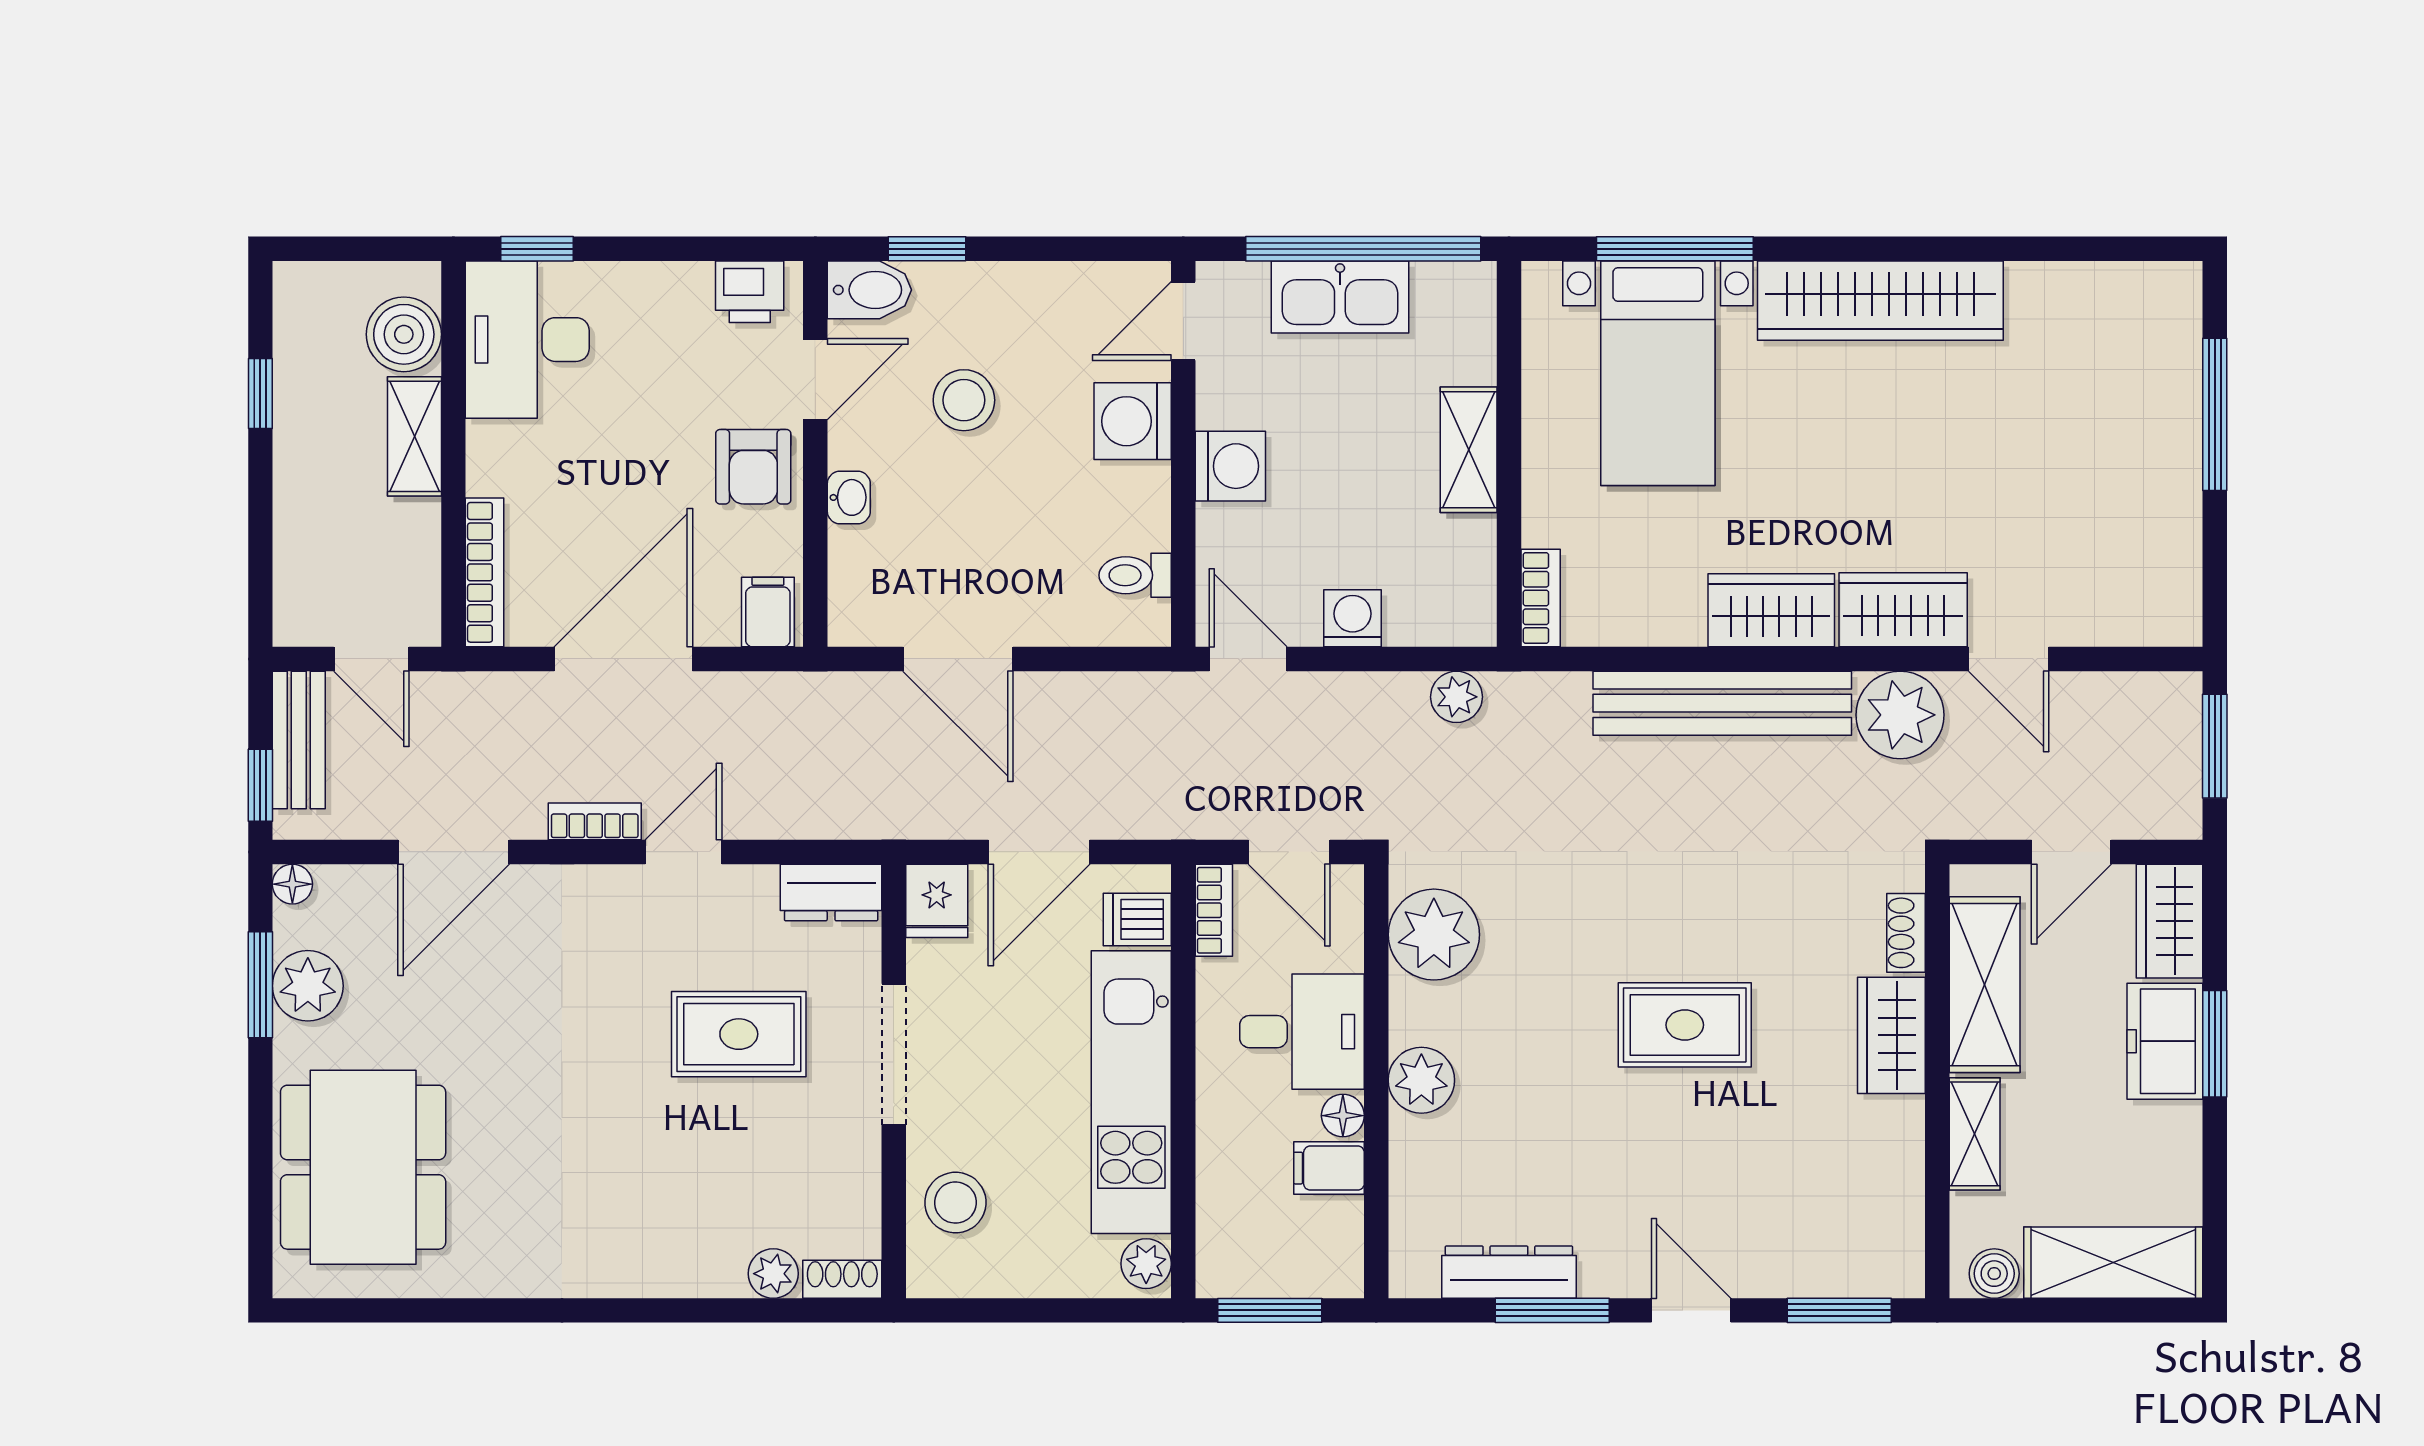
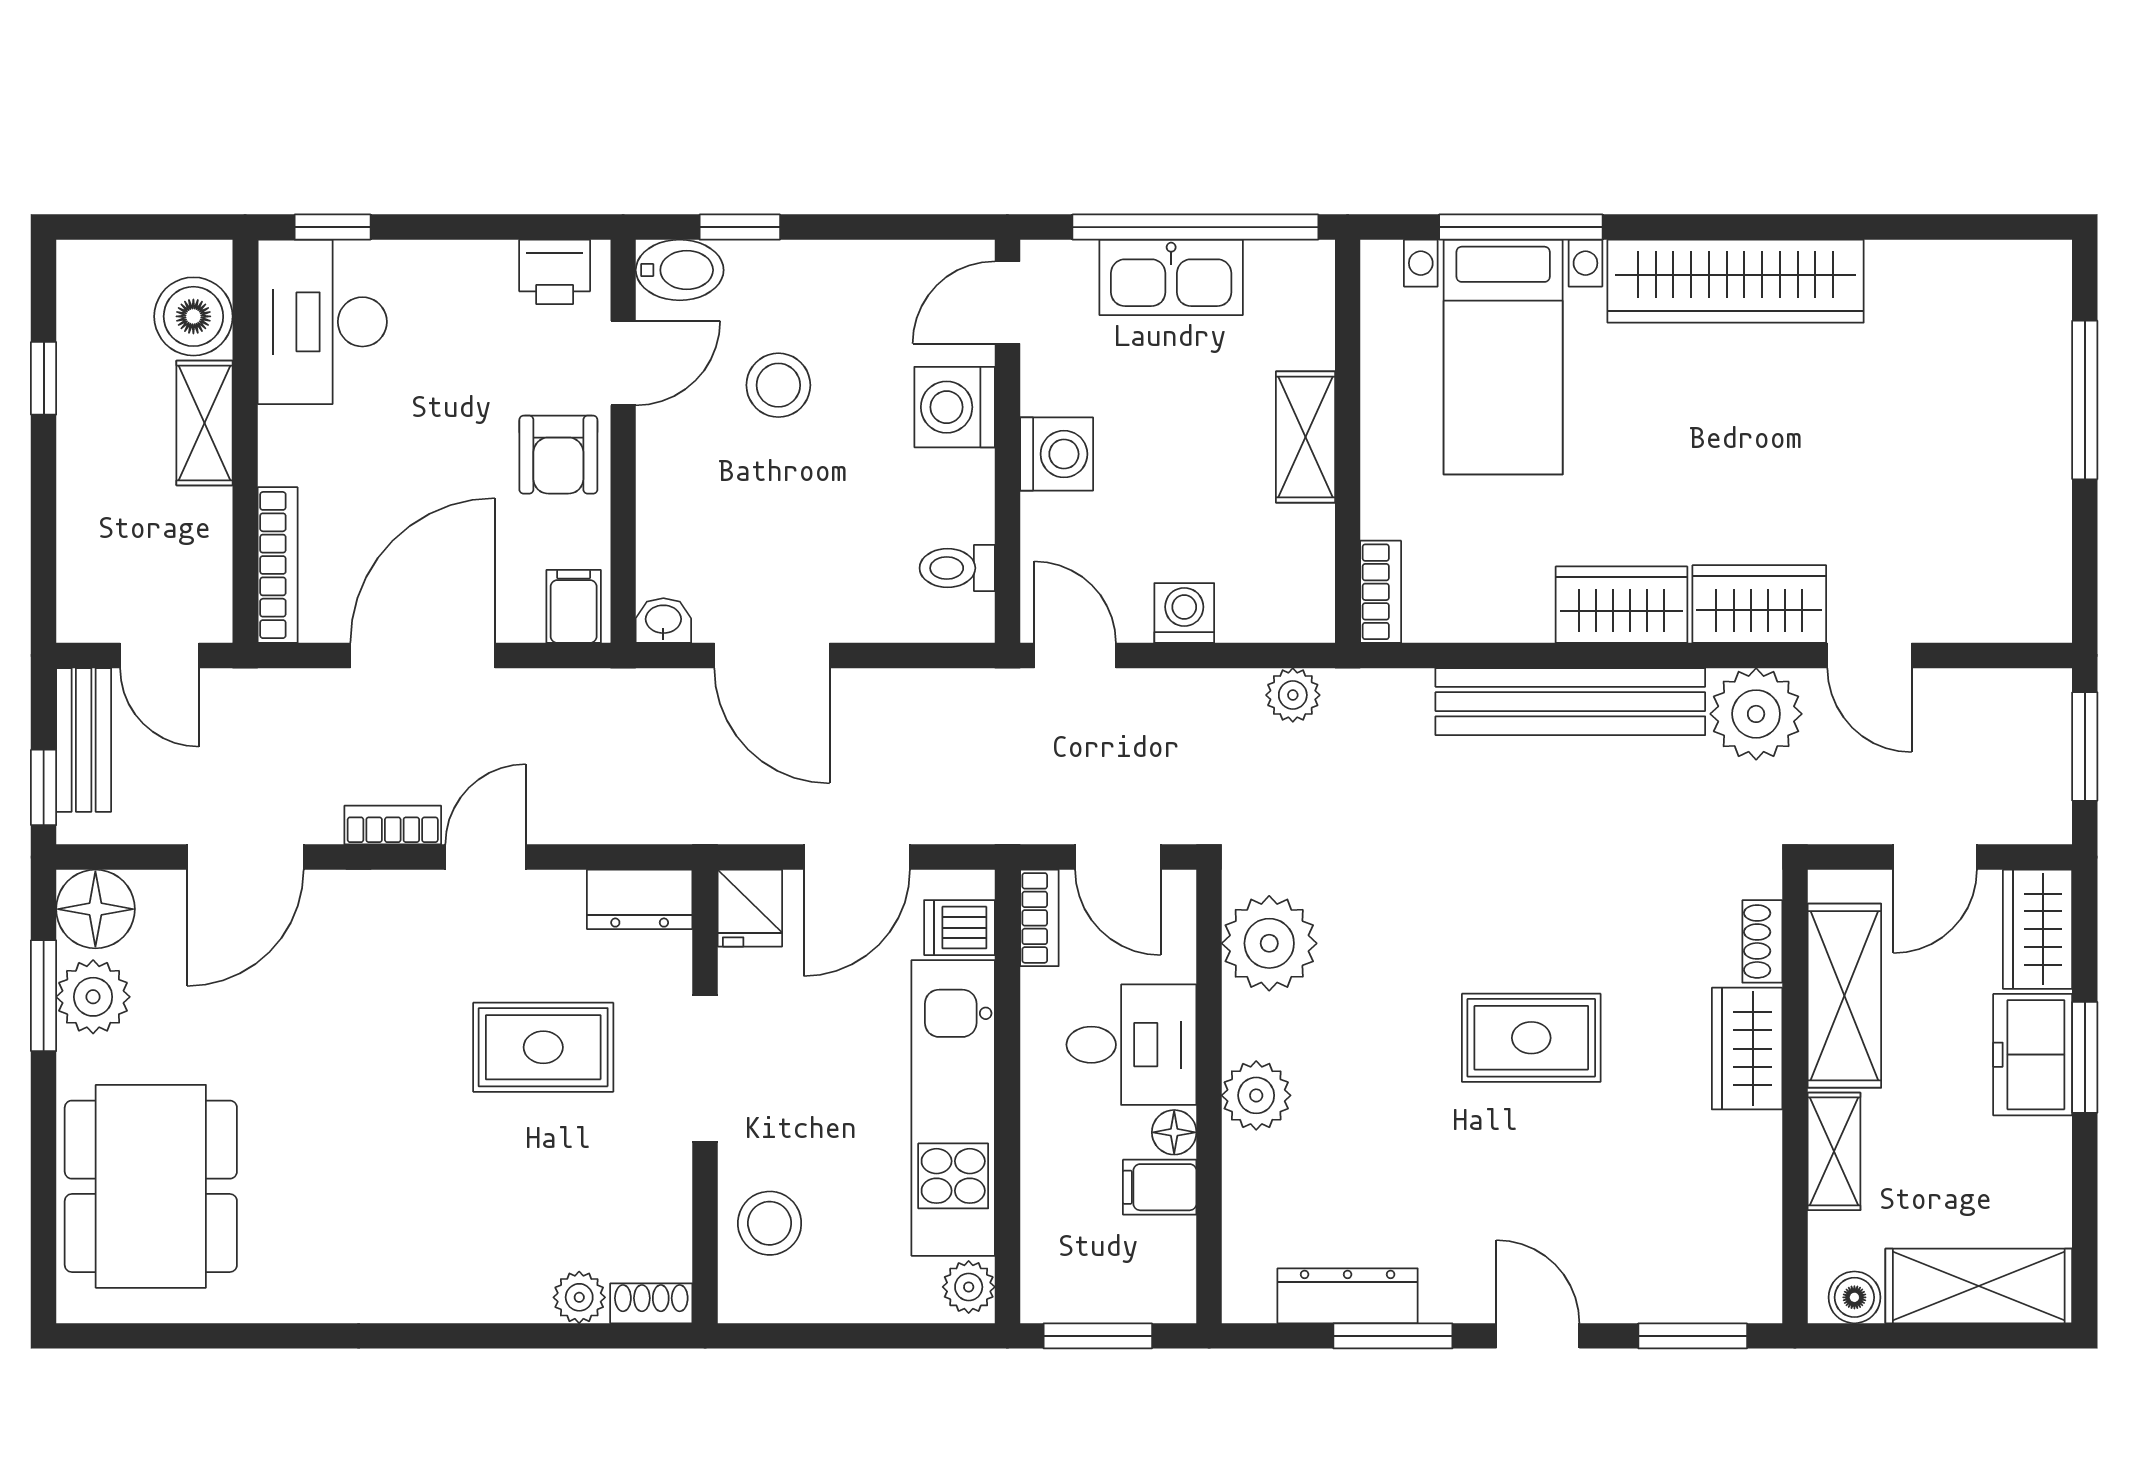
washbasin: (849, 497) -> (663, 620), moved, turned -90
floor lamp: (292, 884) -> (95, 909), width x1.89, depth x1.89

